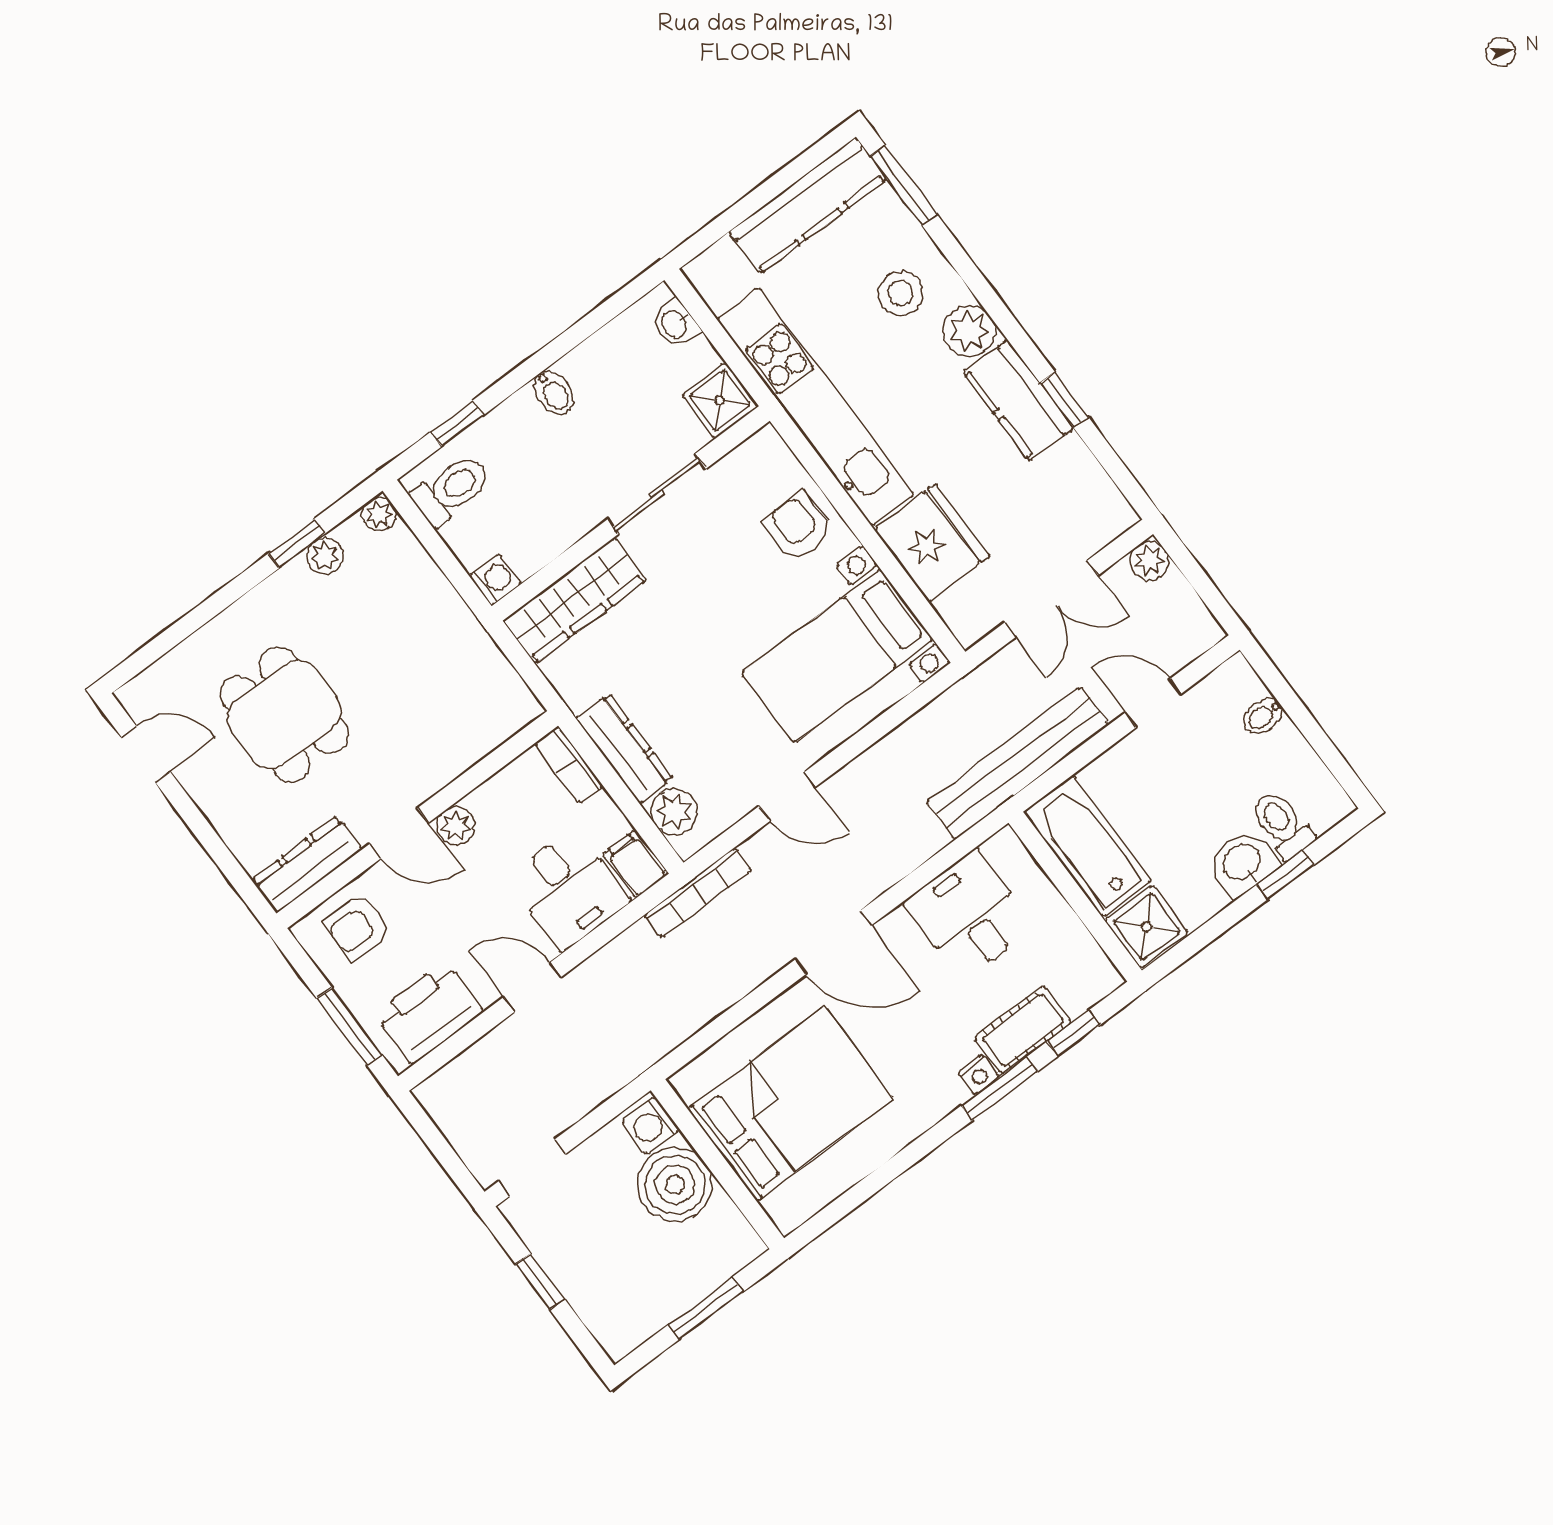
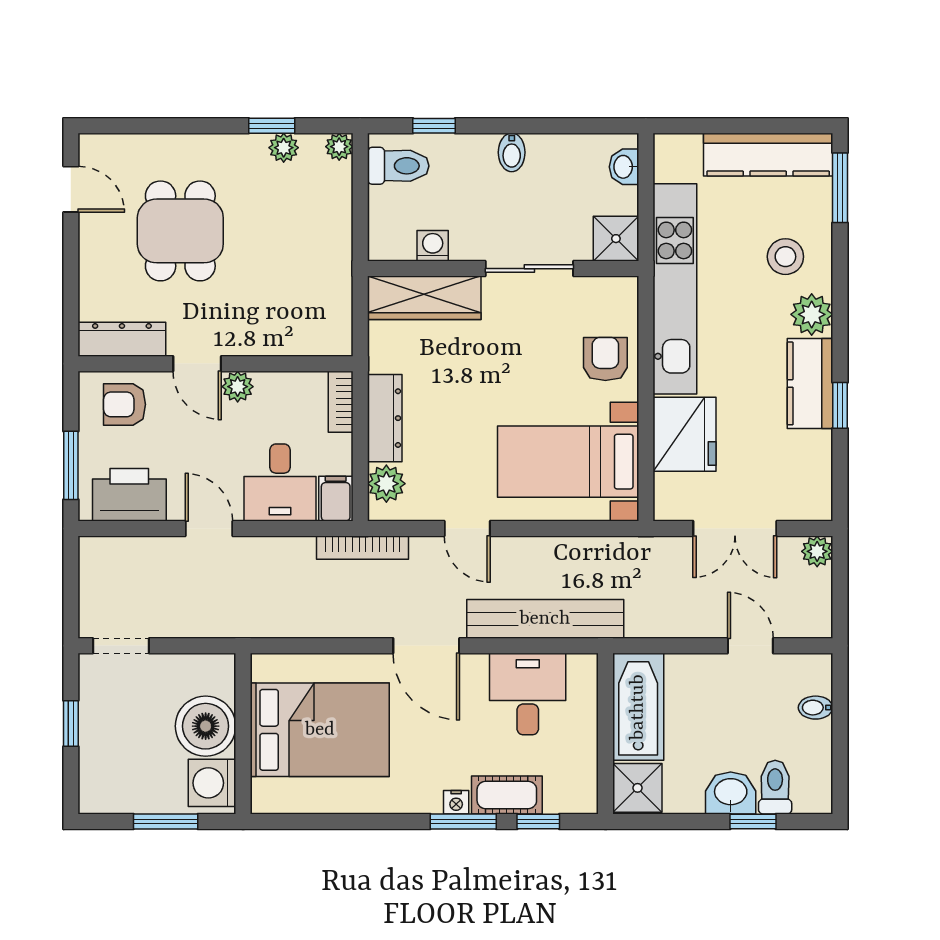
washing machine: (495, 580) -> (433, 246), moved, turned -90
bench: (1018, 763) -> (545, 619), moved
washing machine: (651, 1125) -> (212, 783), moved, width x1.38, depth x1.38

